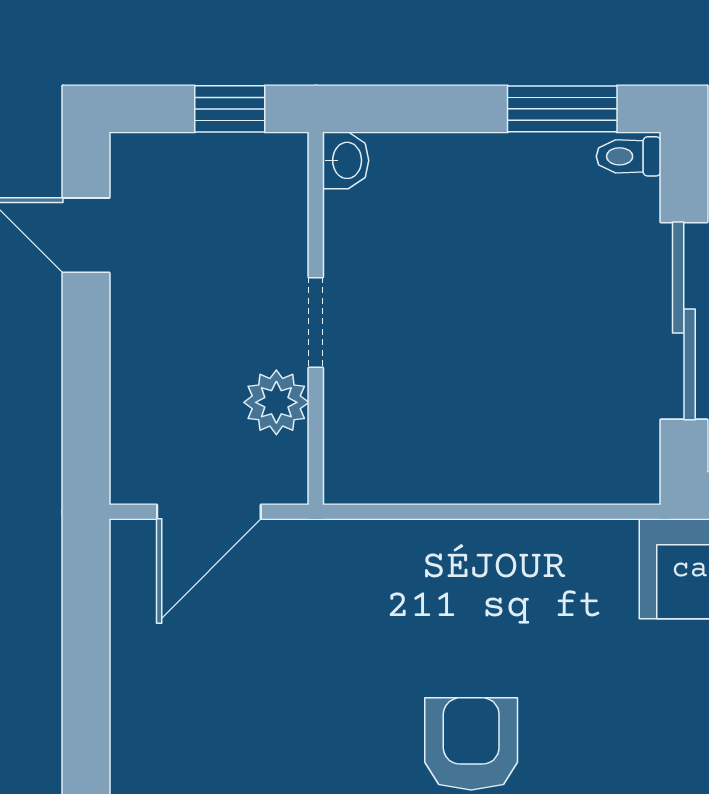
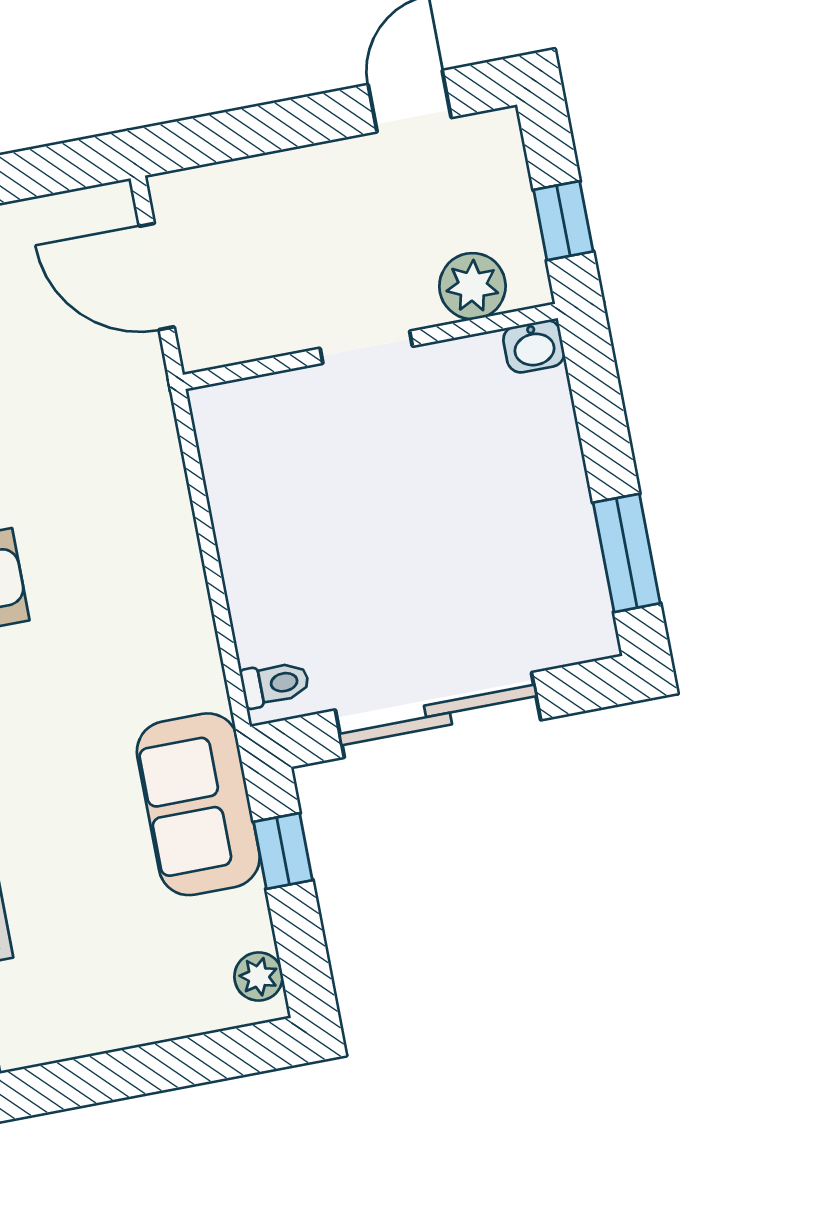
toilet: (629, 156) -> (275, 684), moved, turned 90
plant: (276, 402) -> (472, 286), moved

